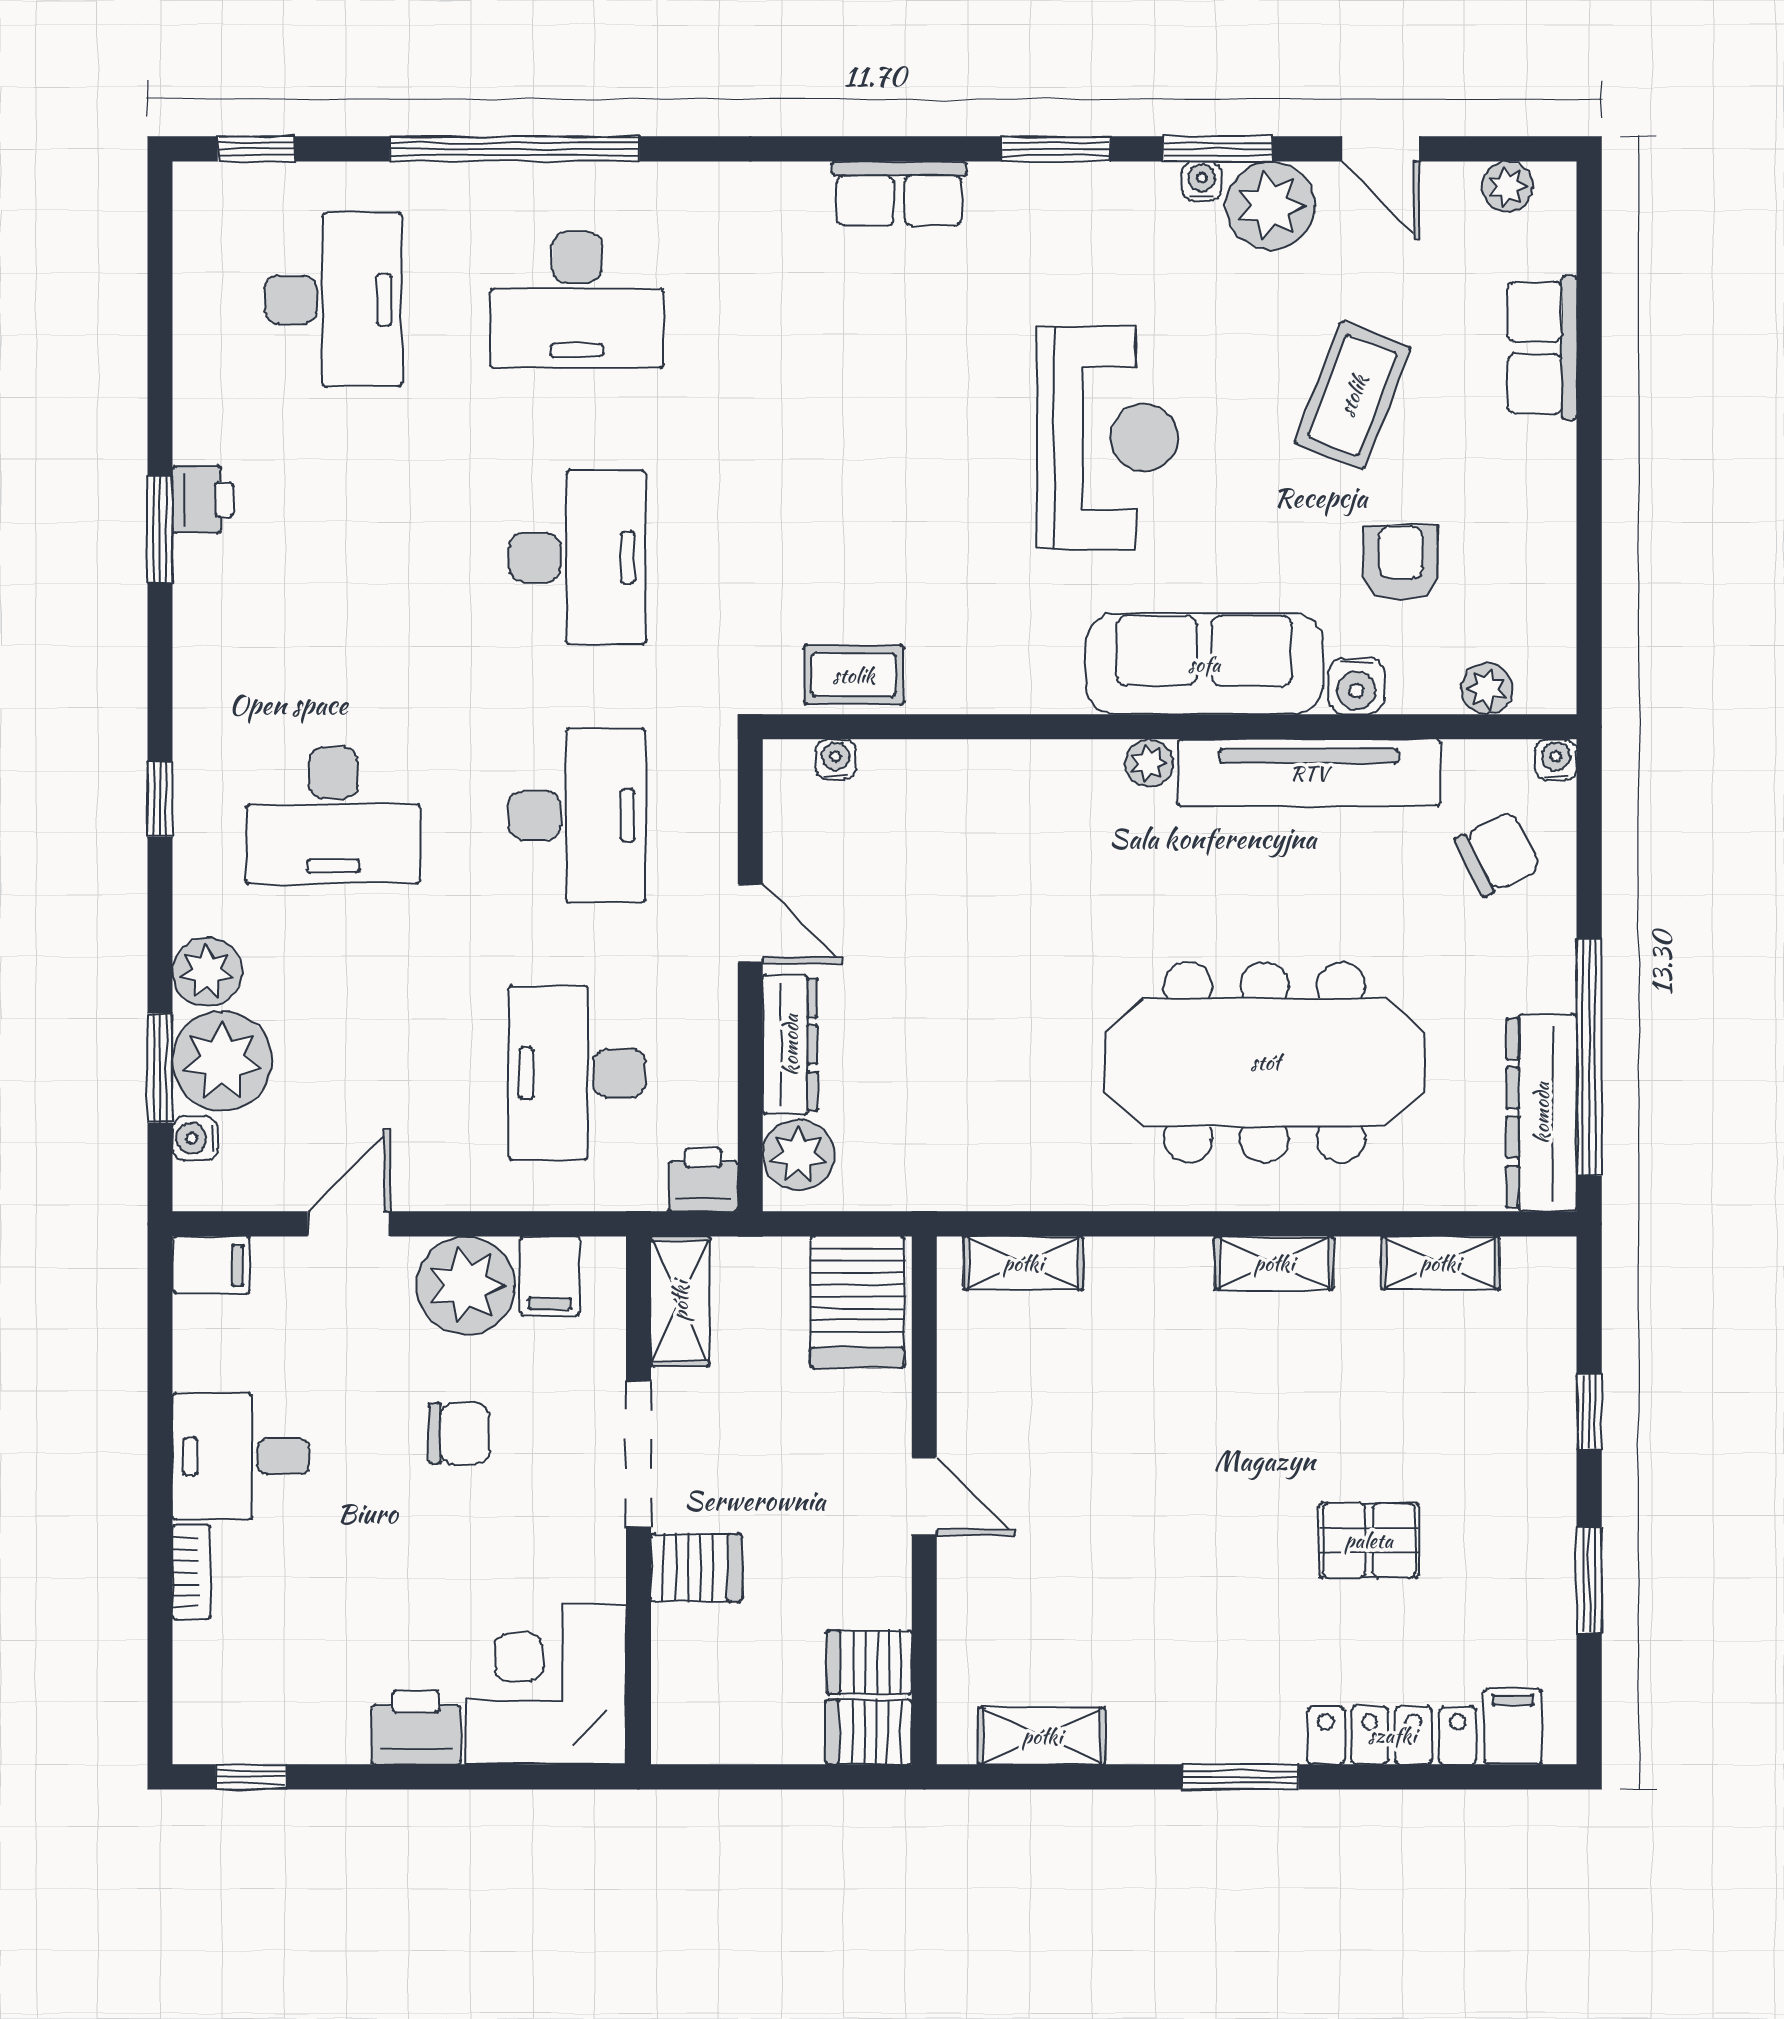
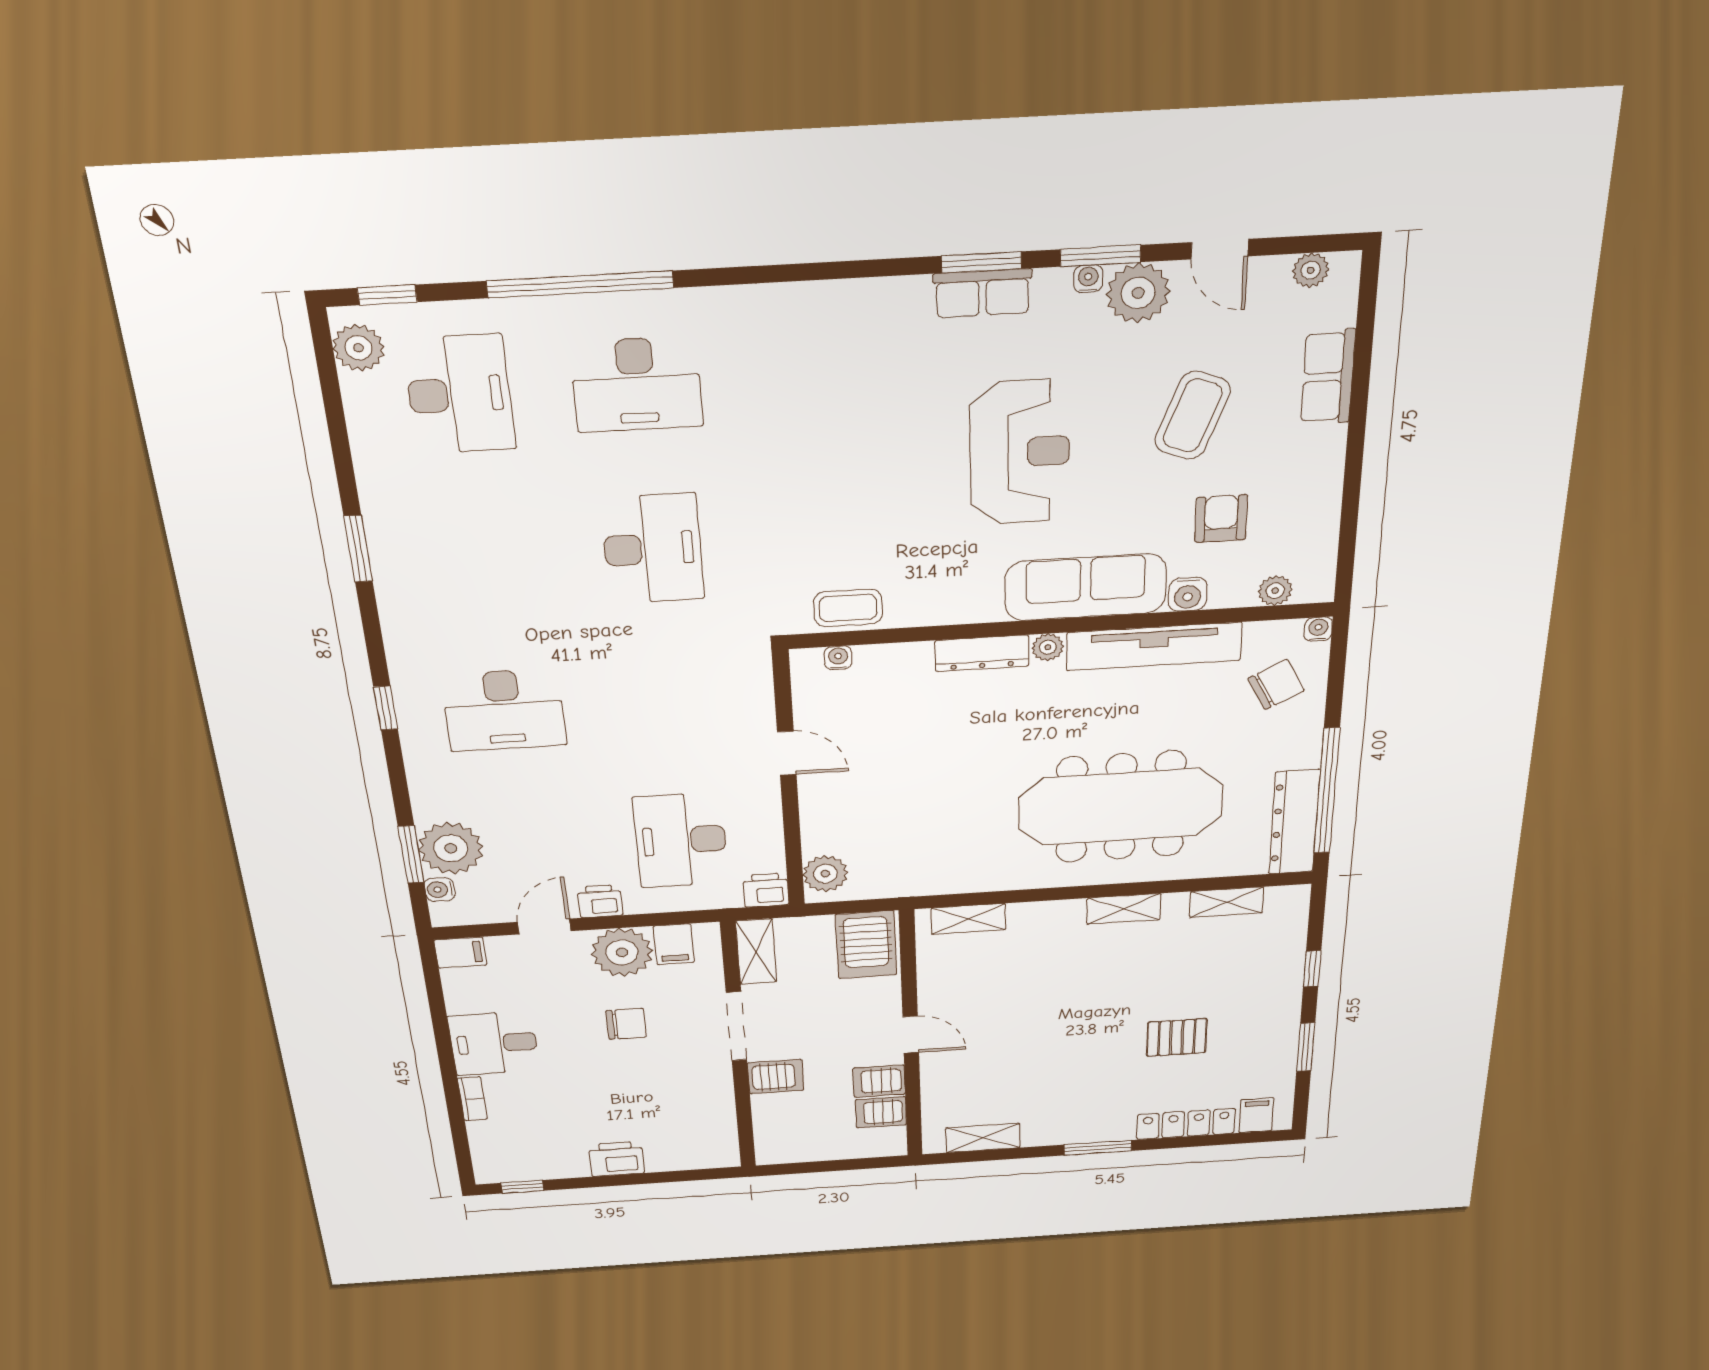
row of seats: (899, 194) -> (983, 293), moved
printer: (203, 499) -> (600, 901), moved, turned -90
desk: (577, 815) -> (667, 700), removed
plant: (207, 972) -> (358, 348), moved
dresser: (790, 1045) -> (982, 653), moved, turned 90
corner desk: (546, 1684) -> (691, 1135), removed
server rack: (869, 1732) -> (879, 1081), moved

